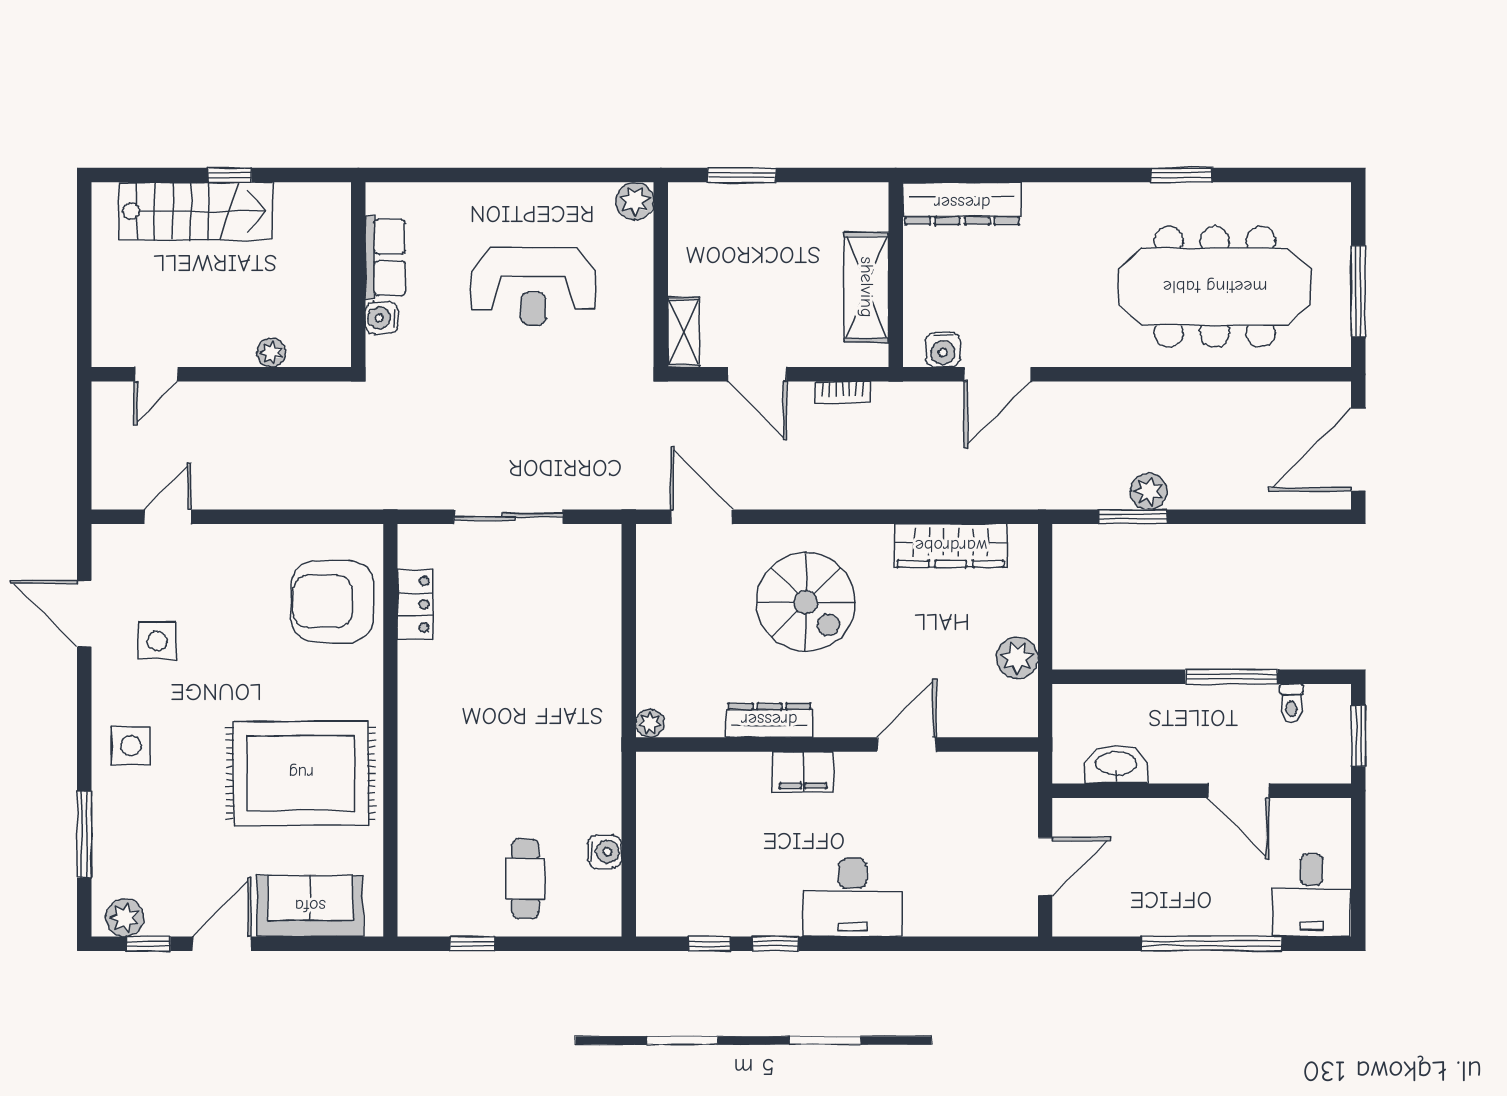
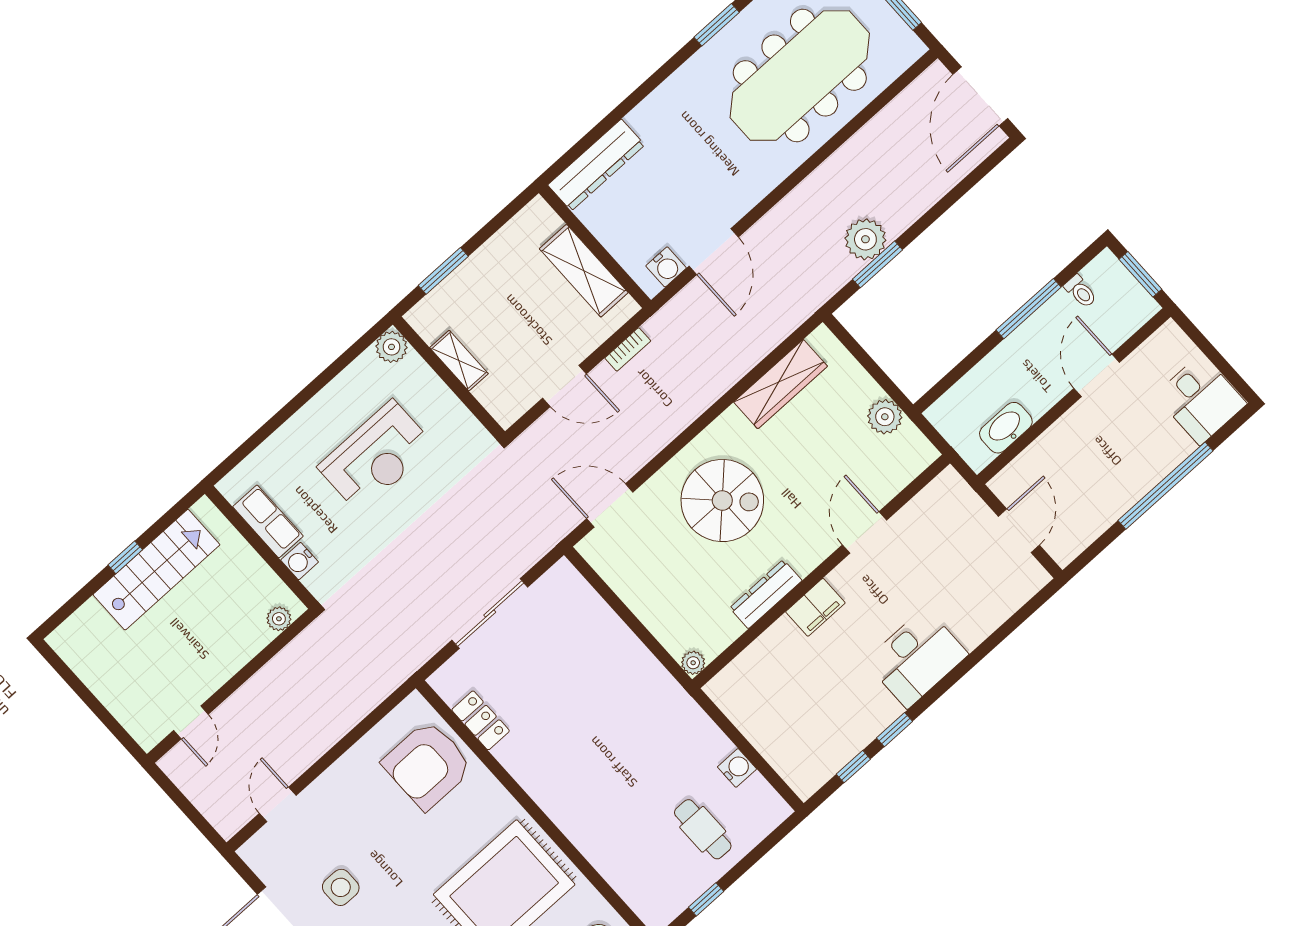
stairs: (195, 211) -> (156, 570), moved
shelving: (684, 332) -> (459, 361), moved
plant: (271, 353) -> (279, 619), moved
plant: (1149, 491) -> (865, 239), width x1.36, depth x1.36
door: (1239, 791) -> (1097, 375), swing flipped

